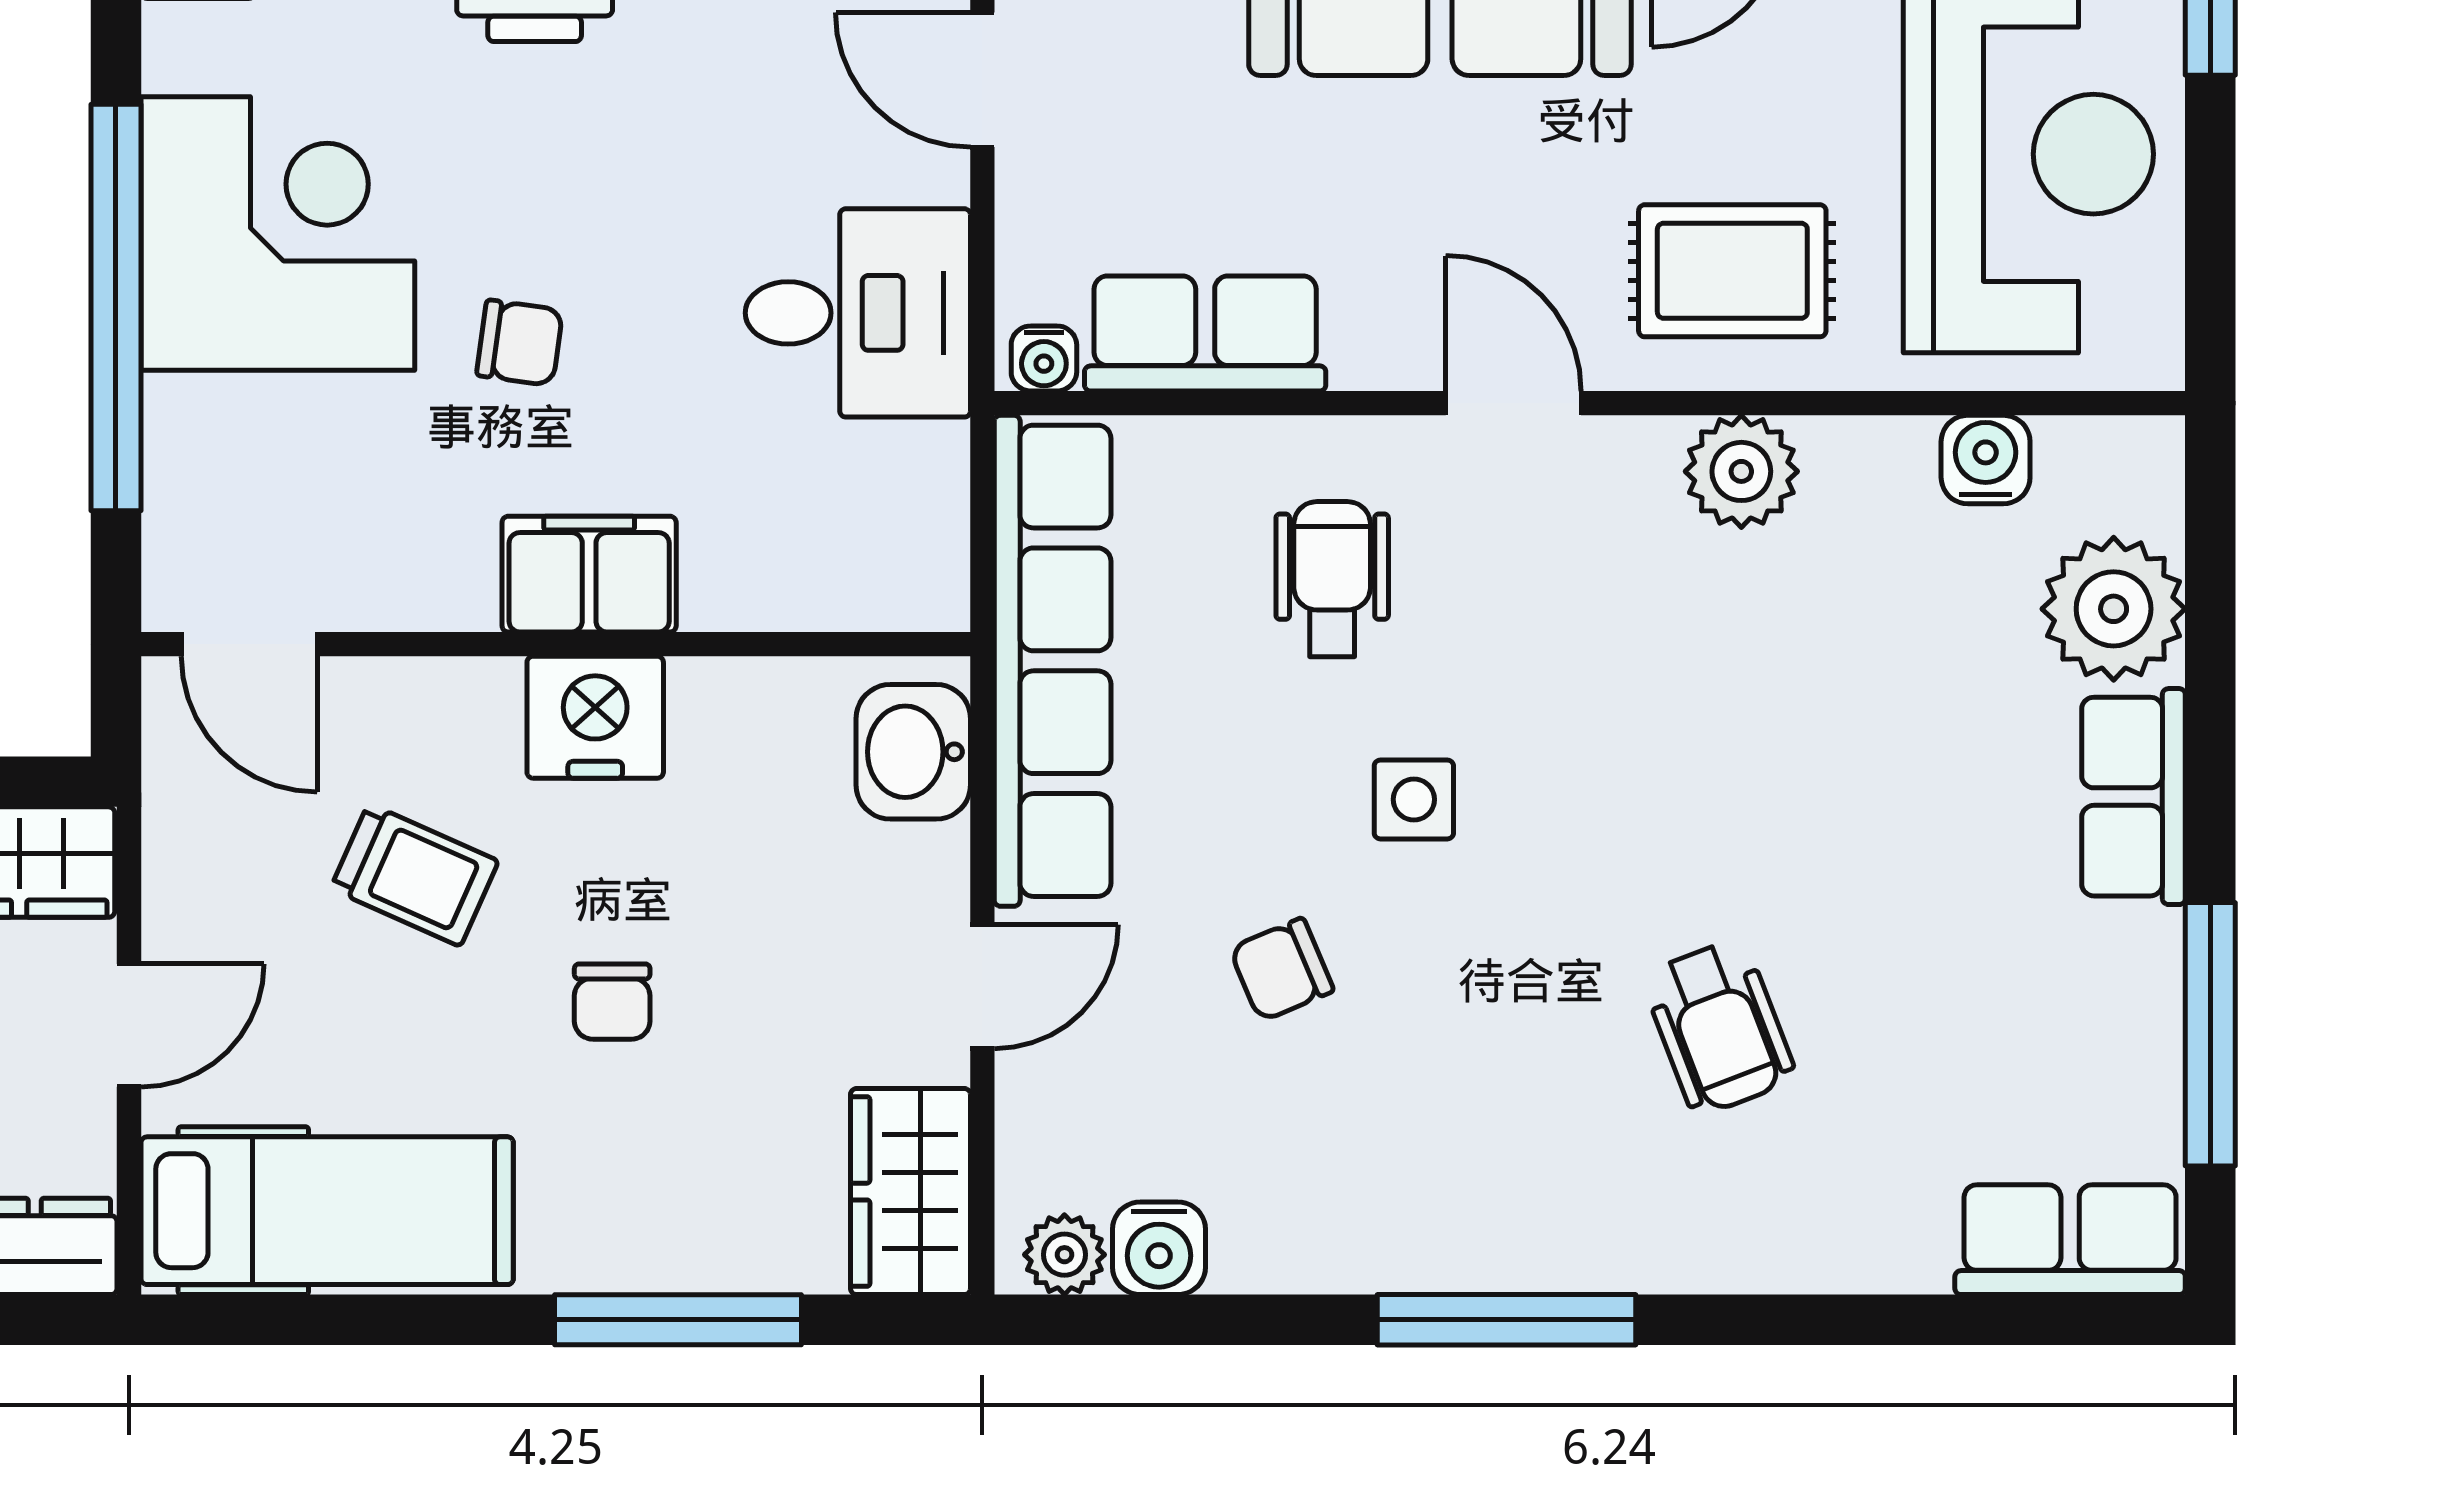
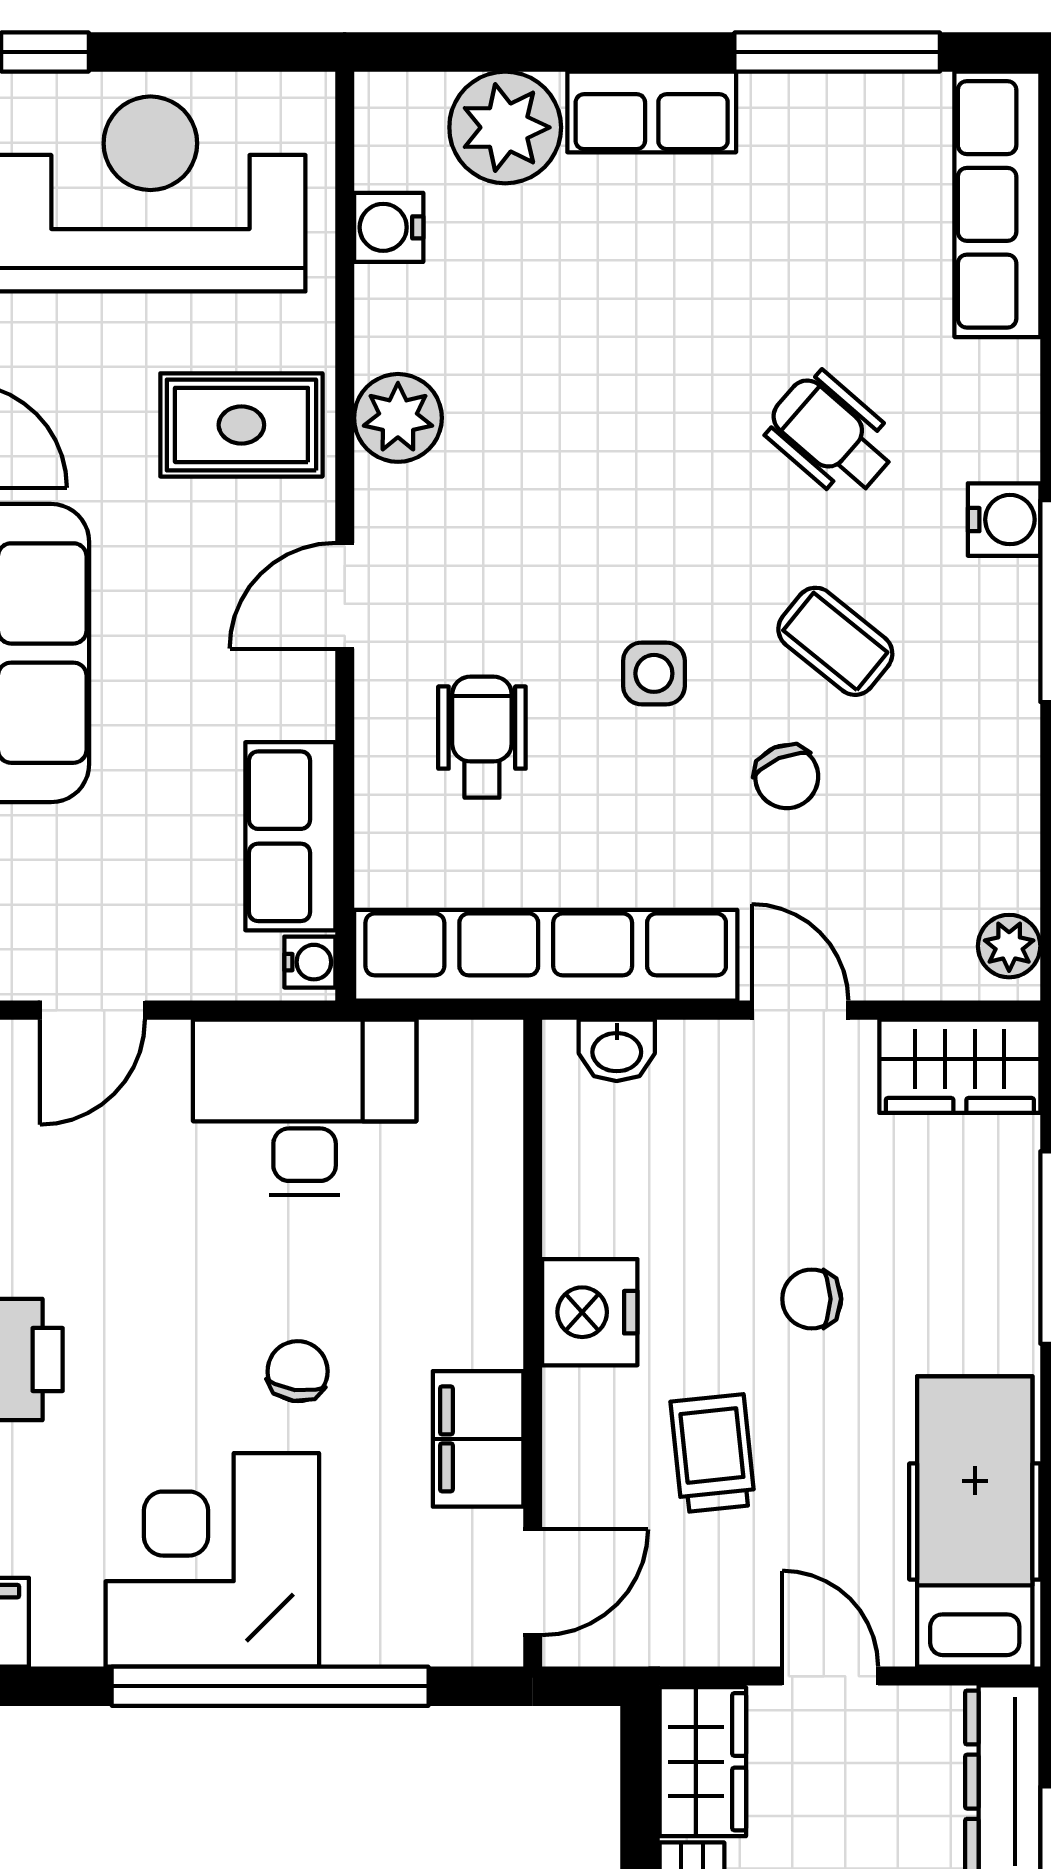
rug: (1732, 271) -> (241, 425), turned 90
desk: (858, 313) -> (305, 1107), width x1.37
filing cabinet: (589, 574) -> (478, 1439), moved
wheelchair: (1332, 579) -> (482, 737), turned 90
washbasin: (913, 752) -> (617, 1050), width x0.72, depth x0.69
trolley: (414, 875) -> (713, 1453), turned -30
chair: (612, 1002) -> (812, 1299), turned 180
wheelchair: (1719, 1027) -> (832, 435), turned -118
coffee table: (1455, 1032) -> (835, 641), added
row of seats: (2070, 1240) -> (997, 204), width x1.48
water cooler: (1159, 1248) -> (1004, 520), moved

